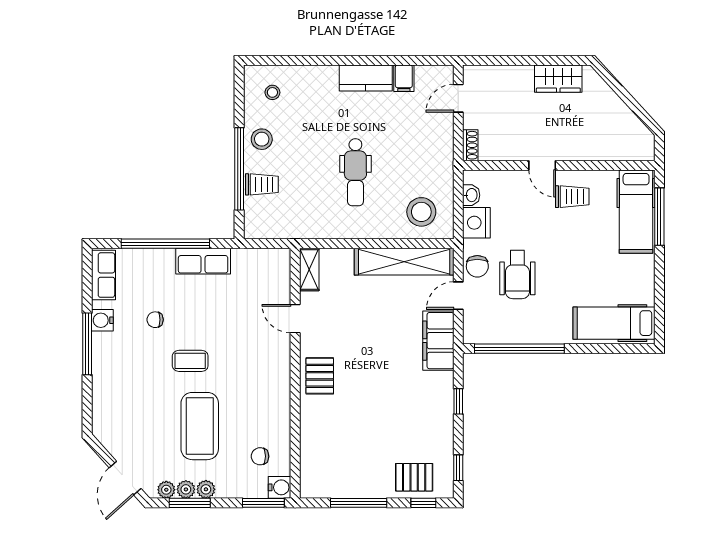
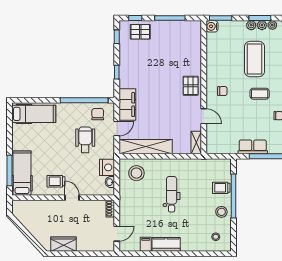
chair: (477, 266) -> (98, 114), moved
chair: (260, 456) -> (222, 91), moved

